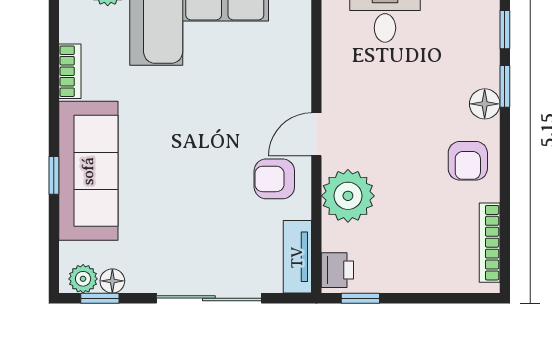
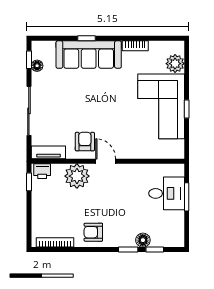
floor lamp: (485, 104) -> (143, 240), moved
plant: (83, 279) -> (38, 52), removed

